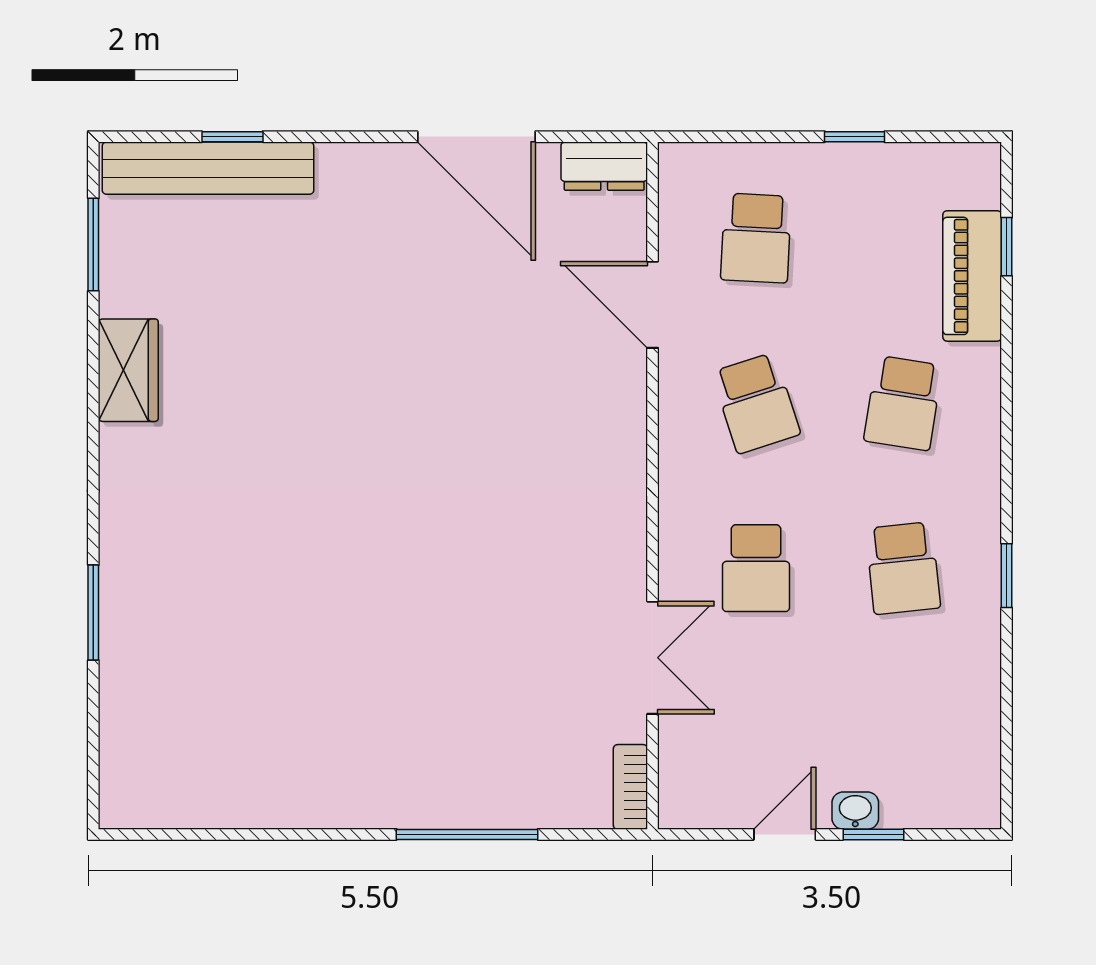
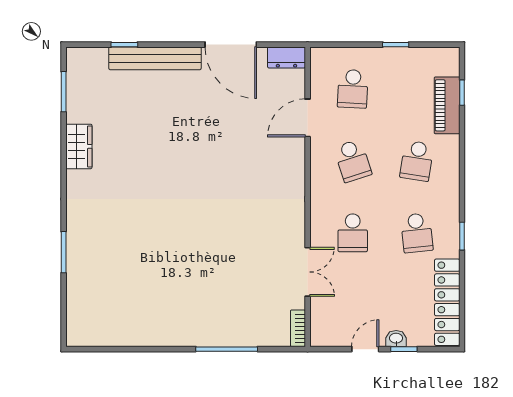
bench: (208, 168) -> (155, 58), moved
door: (653, 305) -> (308, 118), hinge flipped
locker: (973, 727) -> (447, 302), added

